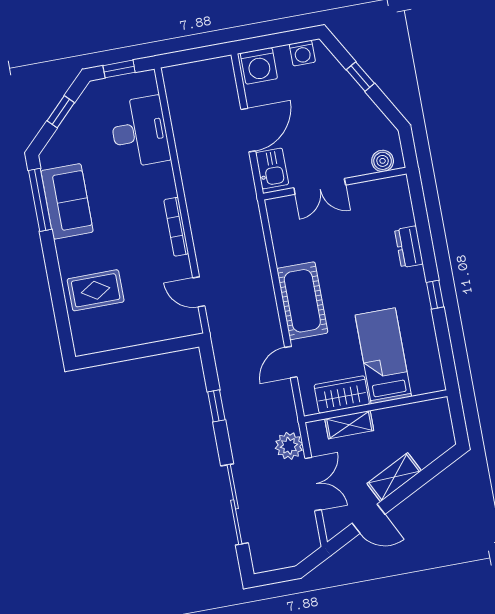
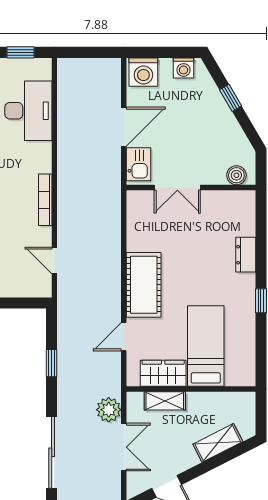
shelving: (394, 477) -> (218, 443), moved

